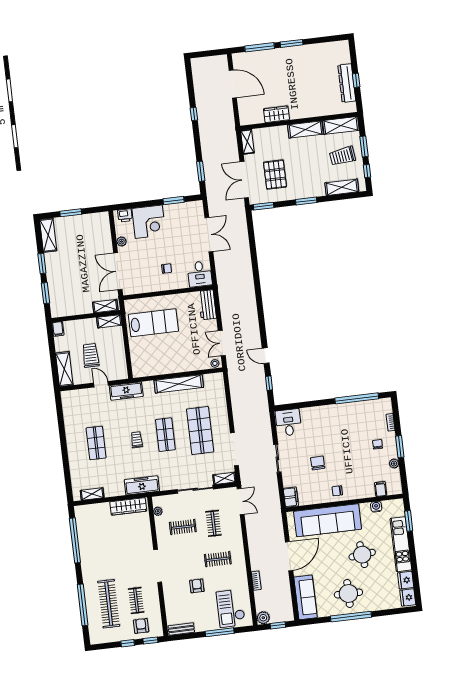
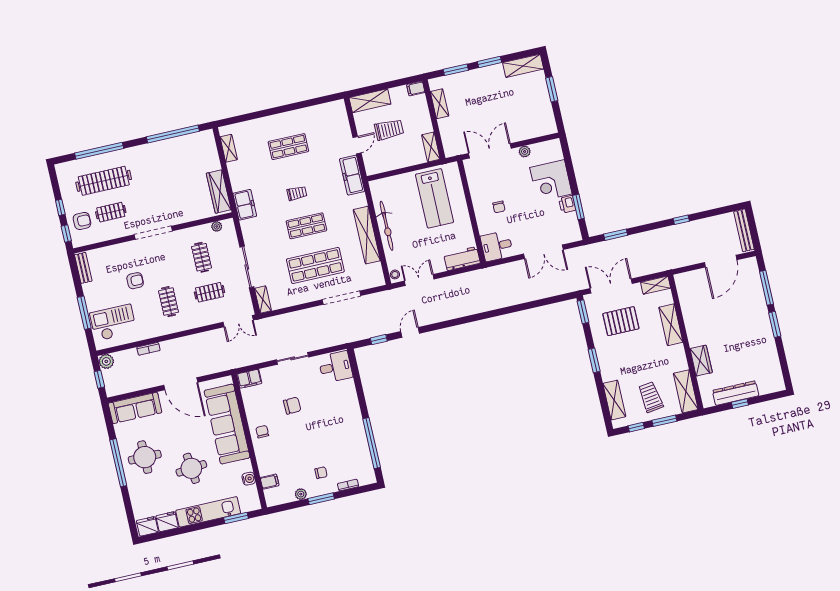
bench: (209, 61) -> (744, 230), added
wardrobe: (276, 114) -> (701, 361), moved
shelving: (305, 129) -> (671, 325), moved
printer: (125, 215) -> (567, 204), moved
shelving: (105, 306) -> (440, 104), moved
bicycle: (173, 366) -> (387, 226), added
doorway: (234, 449) -> (342, 298), moved
freezer: (142, 485) -> (245, 205), width x0.71

